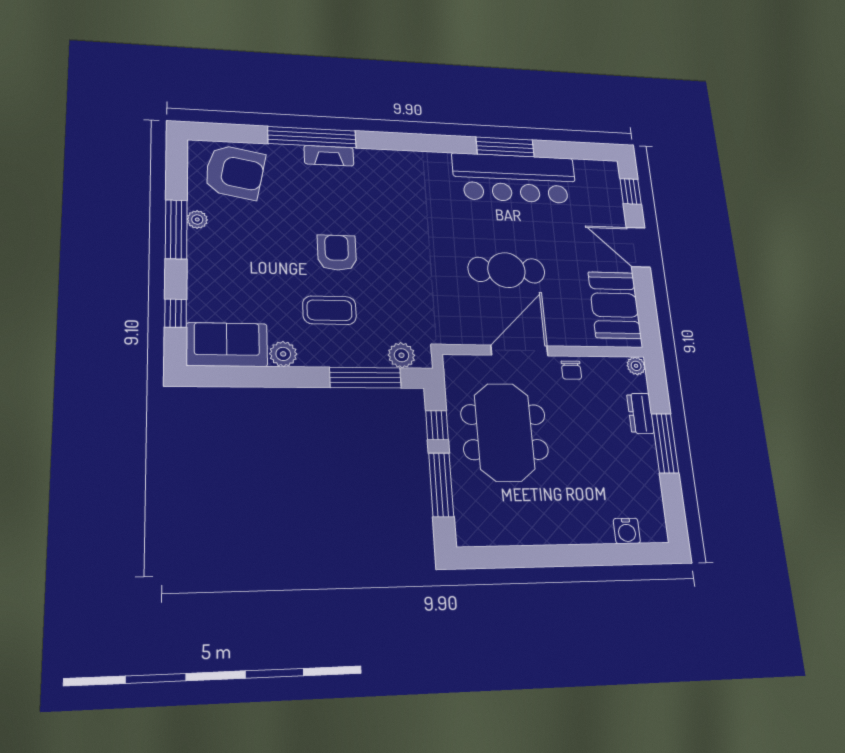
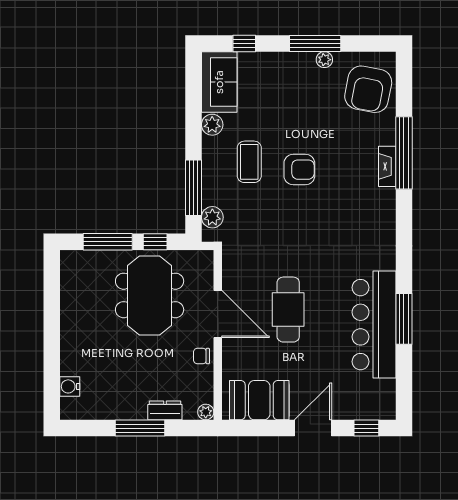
meeting table: (504, 432) -> (150, 295), turned 90

